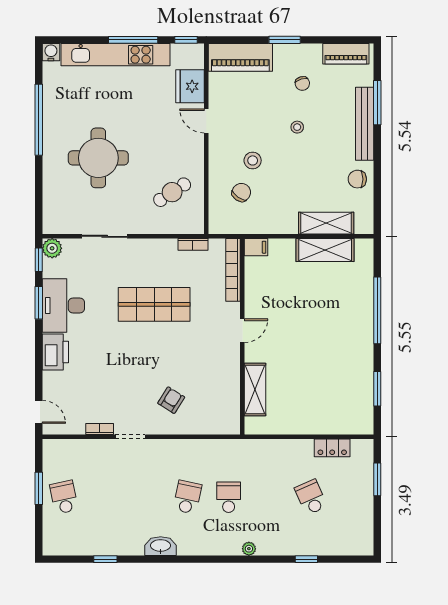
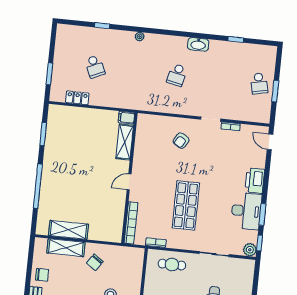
cafe table: (172, 192) -> (172, 265), moved, turned 33
chair: (241, 192) -> (95, 262), moved
filing cabinet: (256, 247) -> (126, 118), moved
shop shelf: (154, 304) -> (186, 205), turned 90
school desk: (229, 497) -> (150, 72), removed

